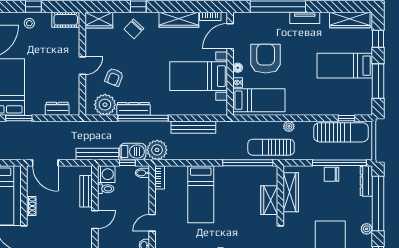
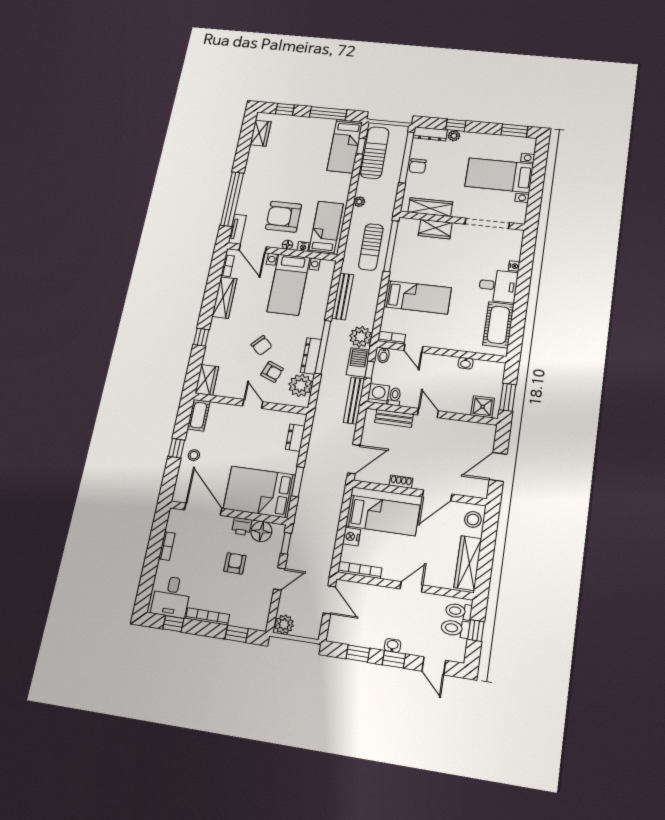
tv unit: (305, 18) -> (237, 229), moved
wardrobe: (350, 20) -> (260, 133), width x0.67
chair: (134, 29) -> (262, 345), moved
bed: (345, 66) -> (345, 146), moved
sun lounger: (271, 147) -> (371, 247), moved
window: (378, 203) -> (456, 125), width x0.32
door: (152, 223) -> (413, 348), moved
plant: (367, 229) -> (454, 136), moved

